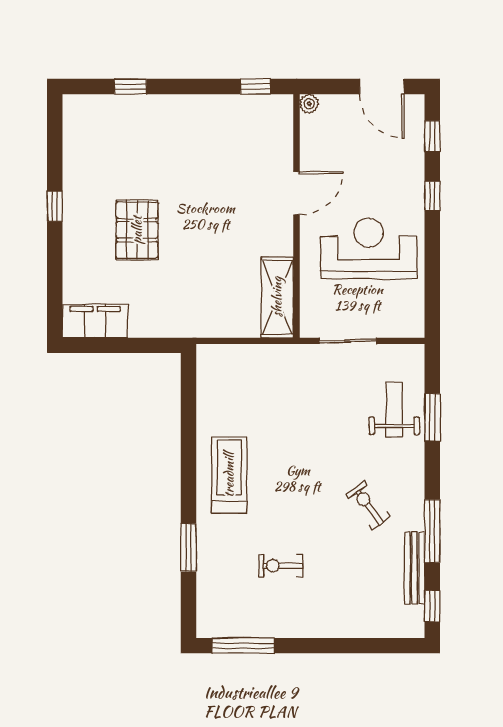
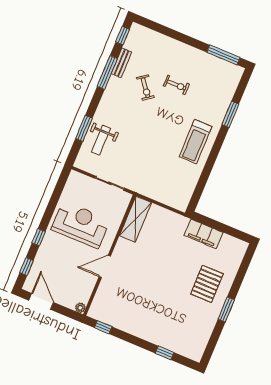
window: (55, 206) -> (226, 309), width x1.50
pallet: (137, 230) -> (207, 284), moved
reception desk: (369, 248) -> (81, 225), turned 180
filing cabinet: (95, 321) -> (204, 234), moved
exercise bike: (368, 506) -> (145, 88), moved
exercise bike: (281, 566) -> (176, 85), moved
bench: (415, 568) -> (121, 63), width x0.73

